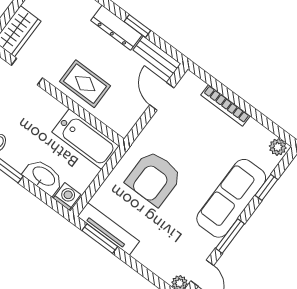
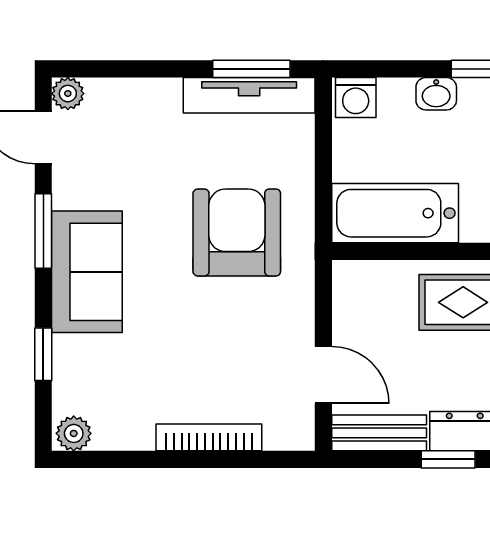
washbasin: (43, 177) -> (436, 94), width x0.52, depth x0.69
sofa: (231, 198) -> (87, 272), width x0.73

